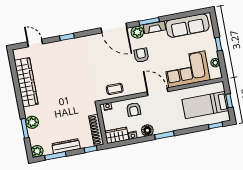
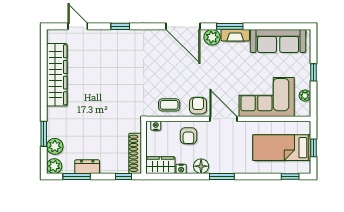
armchair: (141, 55) -> (198, 106), moved
plant: (32, 122) -> (55, 146), moved
dresser: (66, 146) -> (87, 167), width x0.70

